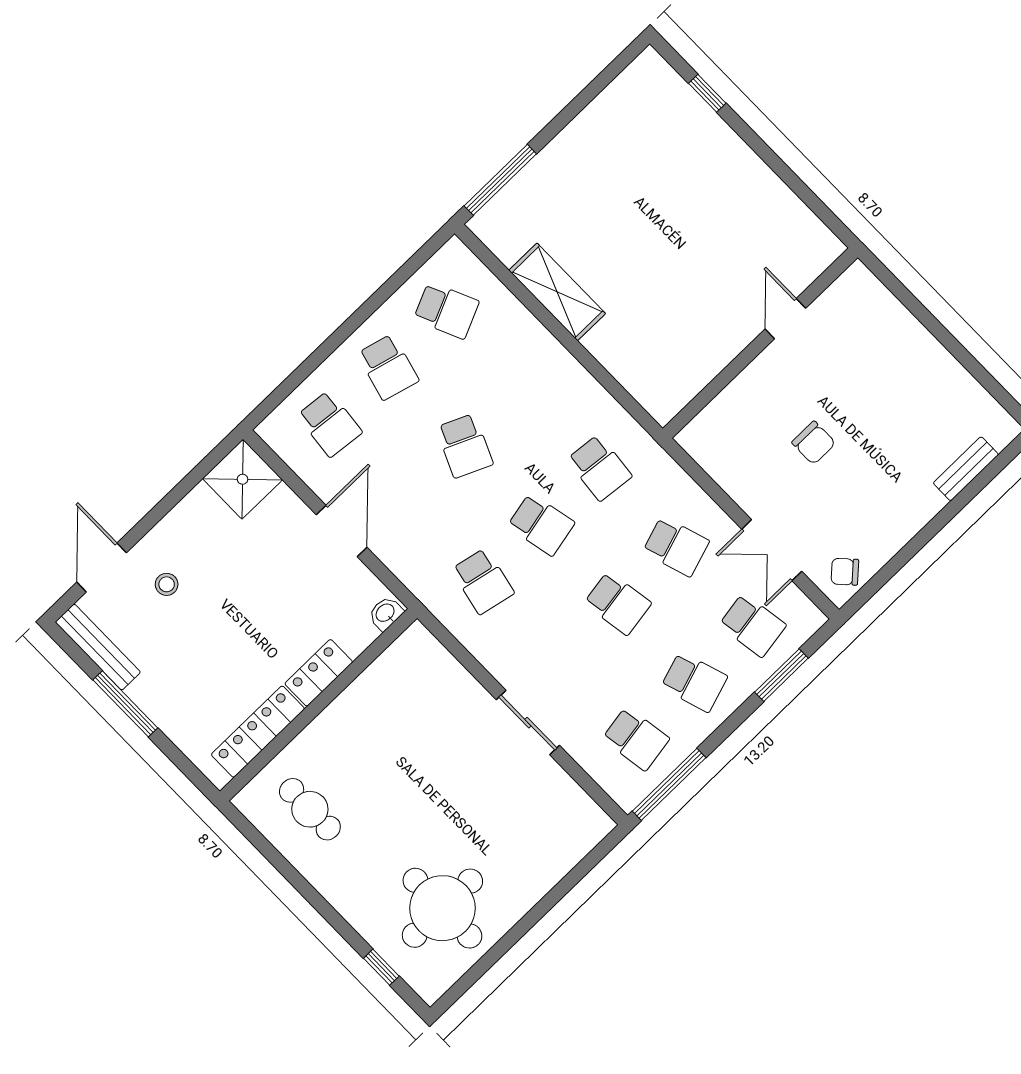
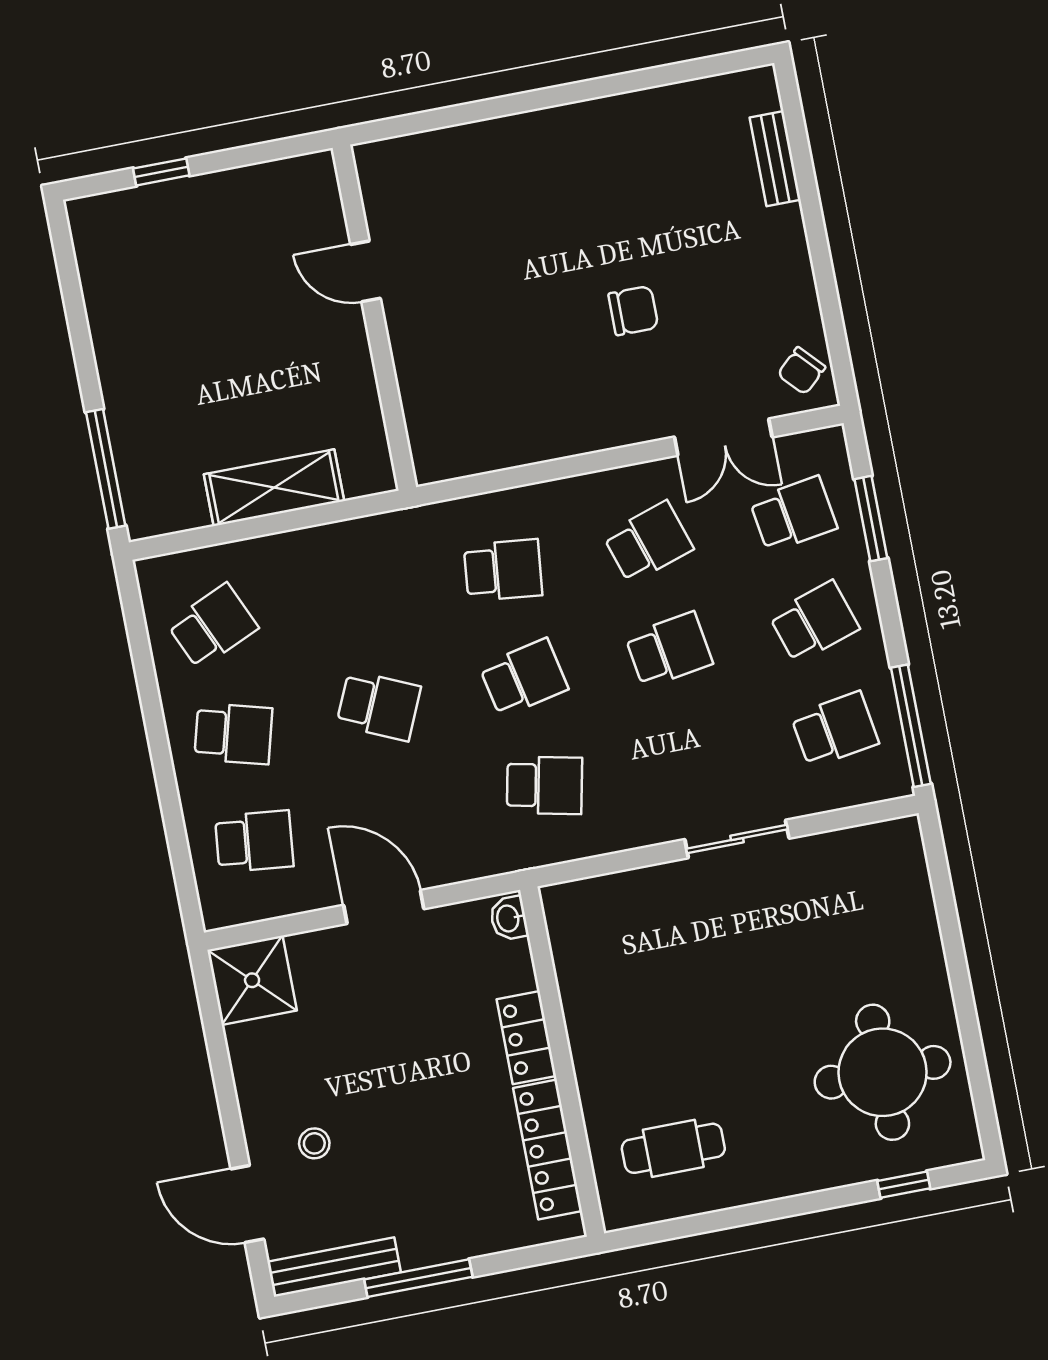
door: (785, 319) -> (366, 271), moved
wall: (760, 343) -> (374, 318), moved

